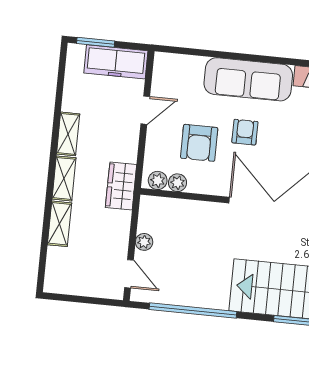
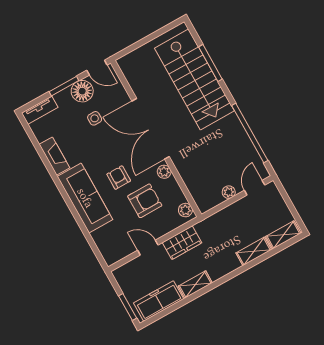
freezer: (116, 62) -> (159, 301), moved, turned -90
armchair: (245, 132) -> (119, 178), turned 90
shelving: (64, 178) -> (283, 235), moved
plant: (178, 183) -> (164, 172), moved
wardrobe: (121, 186) -> (182, 243), moved

